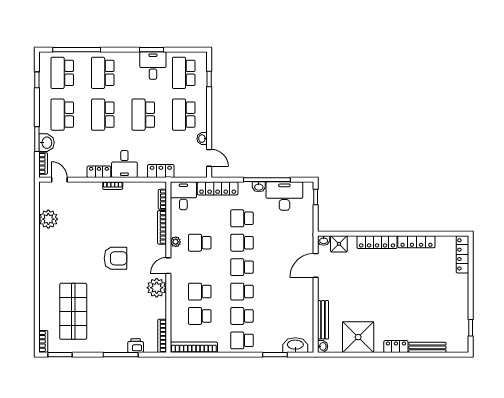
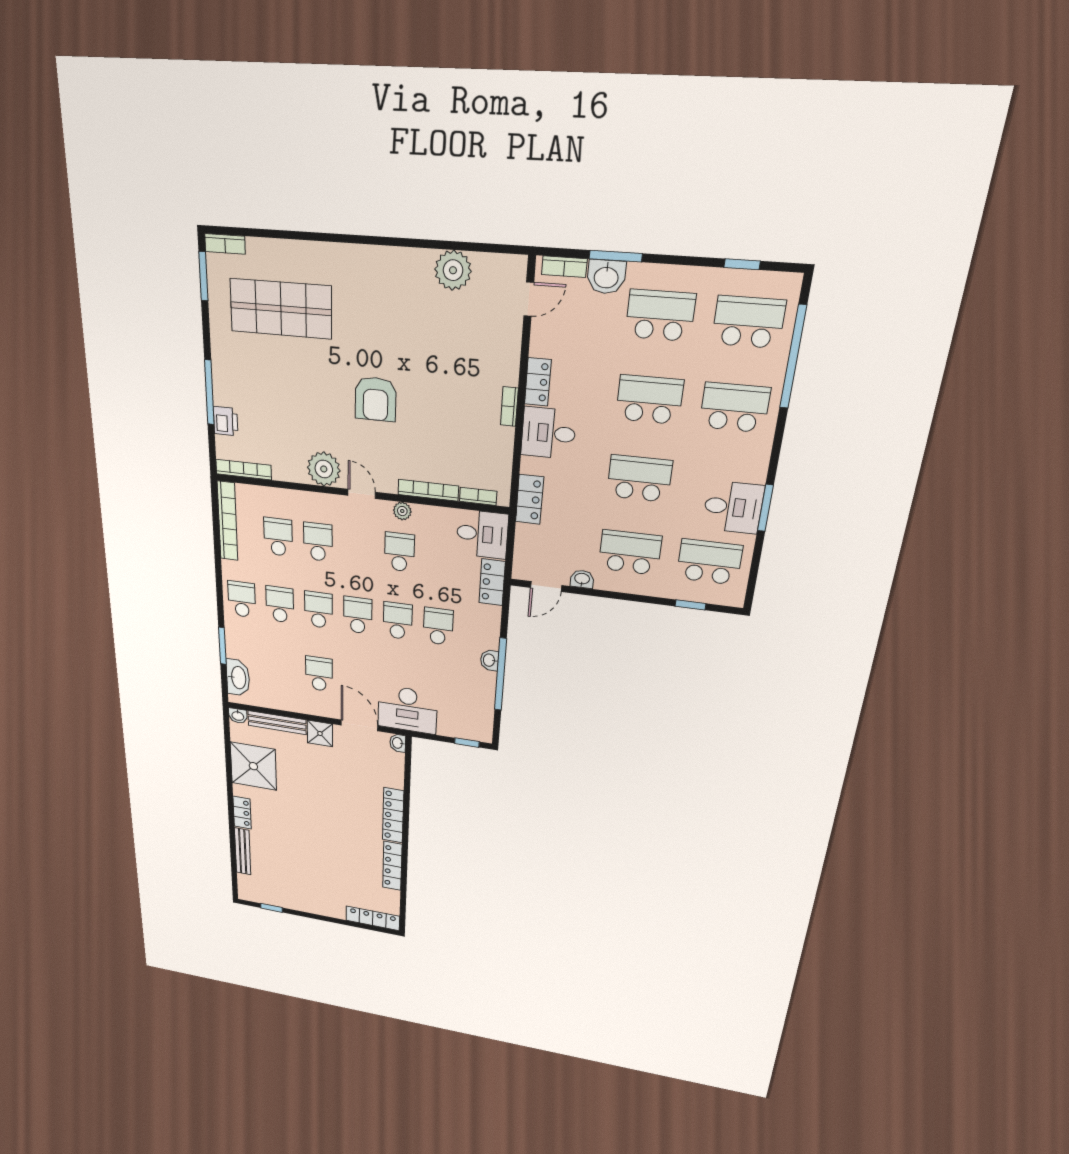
locker: (218, 188) -> (492, 582), width x0.66
desk: (284, 196) -> (407, 709), moved, turned 90
shower: (339, 244) -> (320, 733), moved
school desk: (284, 292) -> (319, 674), added

